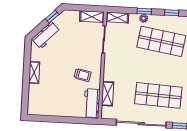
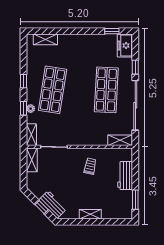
window: (52, 17) -> (42, 207), moved
shelving: (108, 94) -> (120, 140), moved
workbench: (92, 103) -> (125, 176), moved, turned 90
window: (46, 119) -> (135, 200), added

